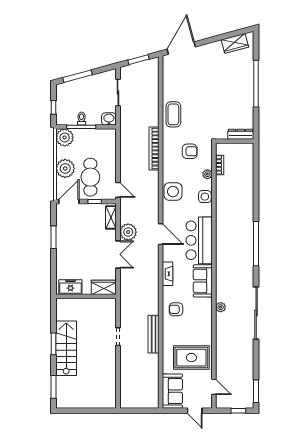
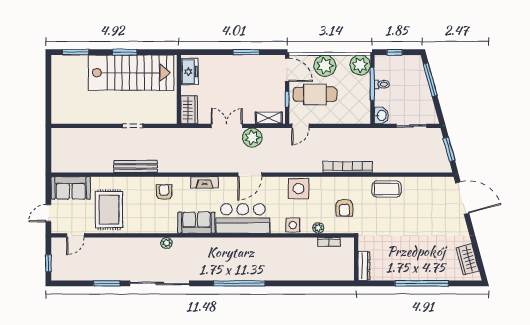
double door: (118, 254) -> (227, 126), swing flipped
stairs: (66, 348) -> (131, 73), width x1.36, depth x1.51
window: (256, 391) -> (107, 283), moved

